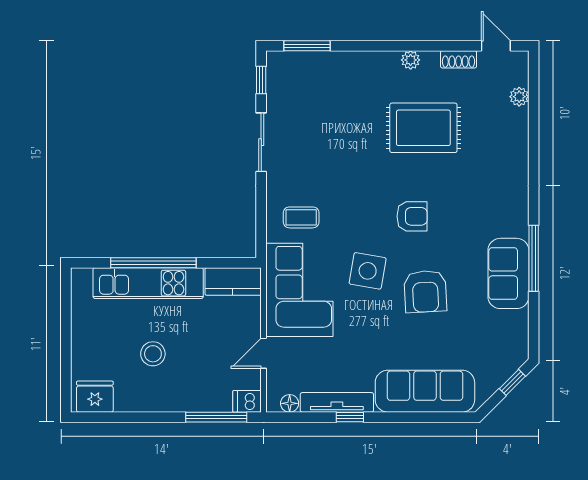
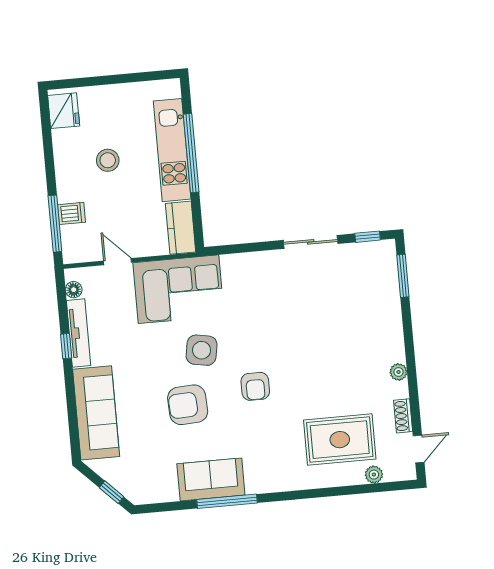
rug: (423, 128) -> (340, 440), moved, turned 90
coffee table: (301, 217) -> (245, 285), removed
dishwasher: (247, 401) -> (72, 213), moved, turned 90

